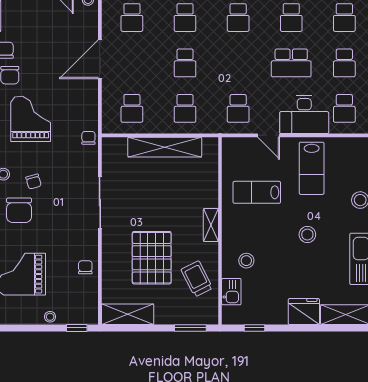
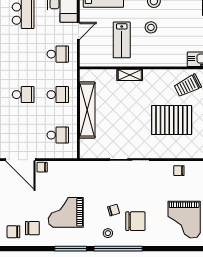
chair: (88, 138) -> (42, 167), moved
shelving: (211, 225) -> (130, 75), moved
stool: (246, 261) -> (151, 27), moved

